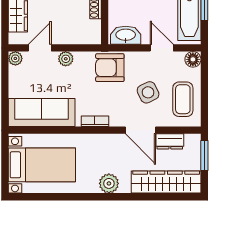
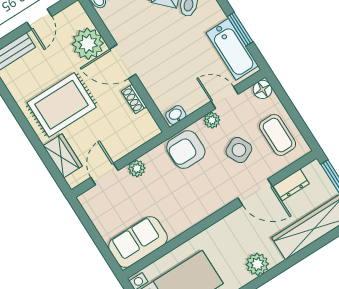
washbasin: (126, 35) -> (176, 115), width x0.52, depth x0.69
plant: (15, 58) -> (212, 120), moved
sofa: (42, 113) -> (138, 242), width x0.73
bookcase: (95, 121) -> (205, 212), removed

